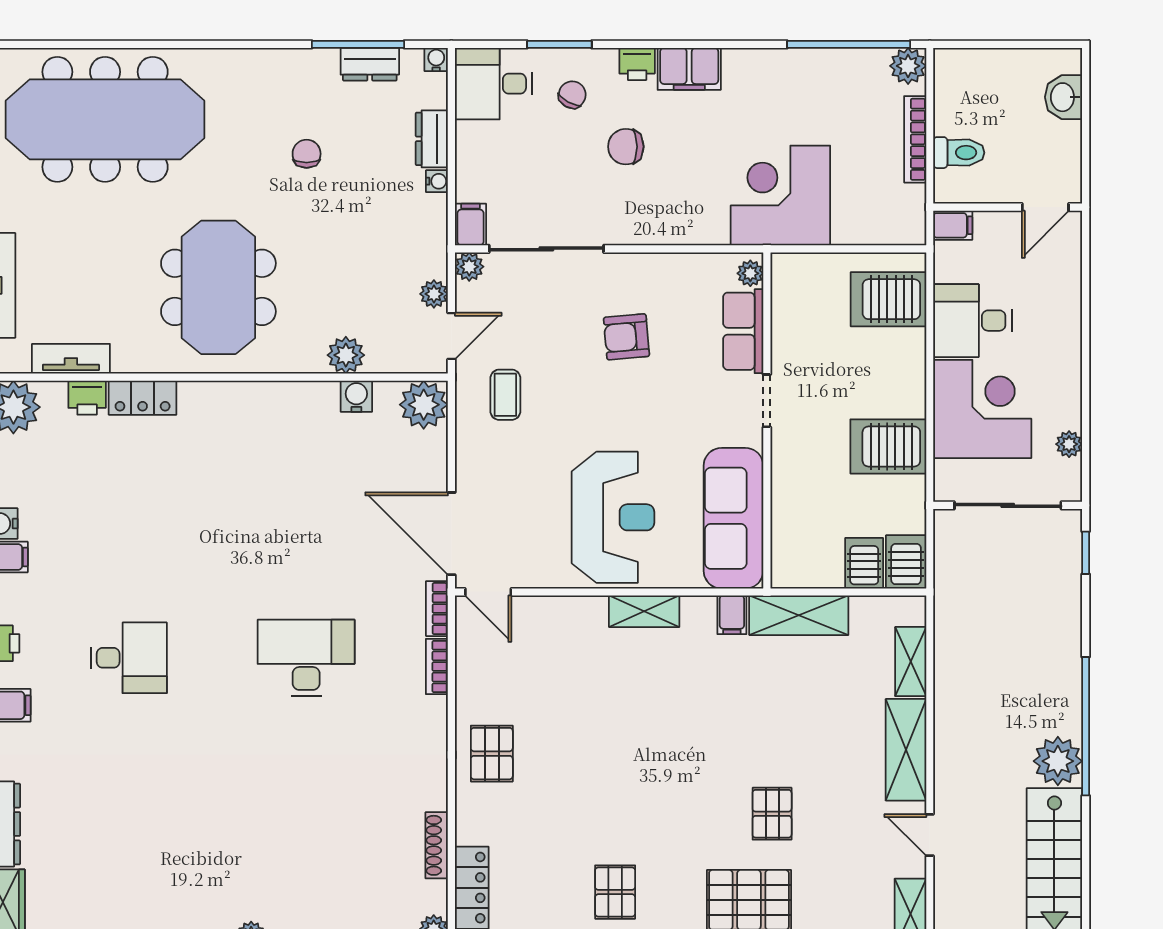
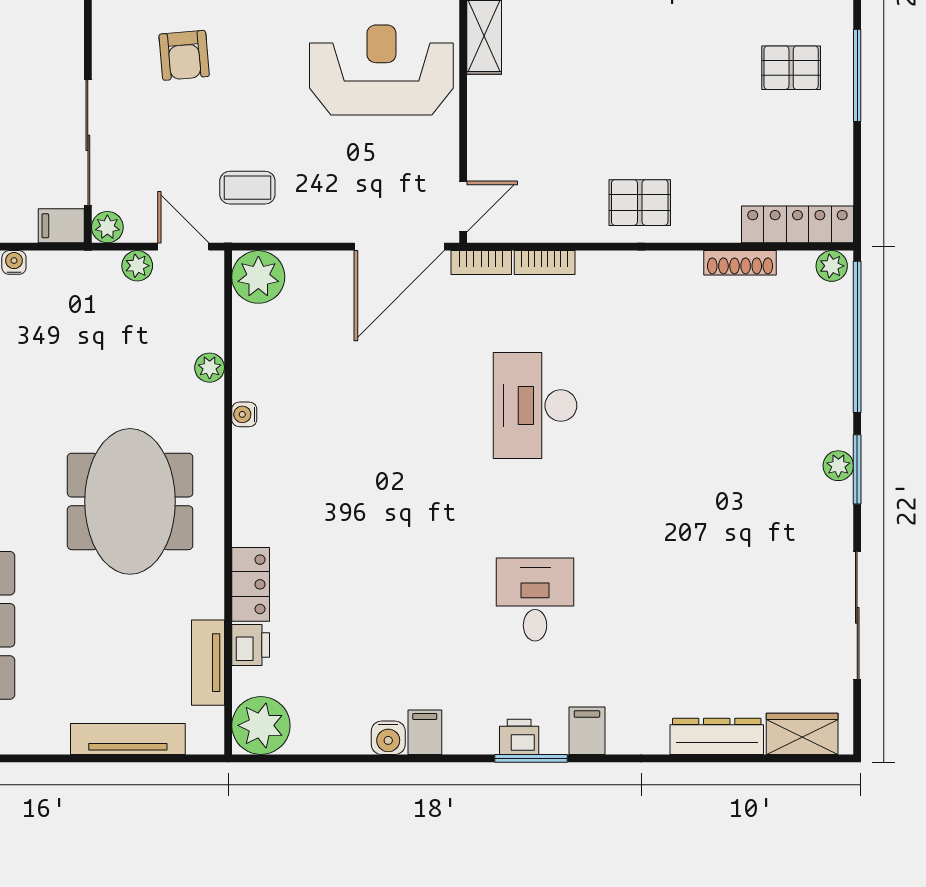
meeting table: (218, 287) -> (130, 501), turned 90
plant: (346, 355) -> (210, 368), width x0.73, depth x0.73
water cooler: (356, 396) -> (244, 414), moved, width x0.72, depth x0.72

